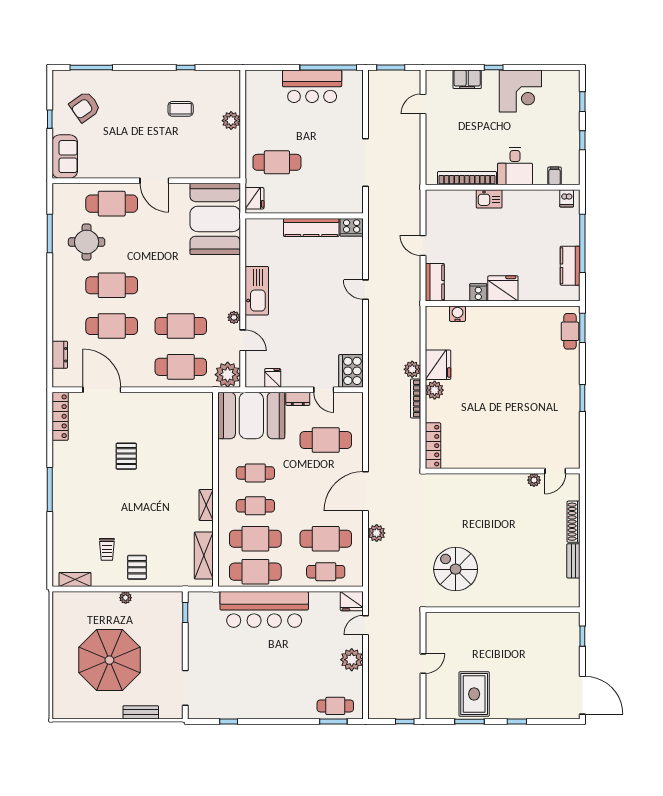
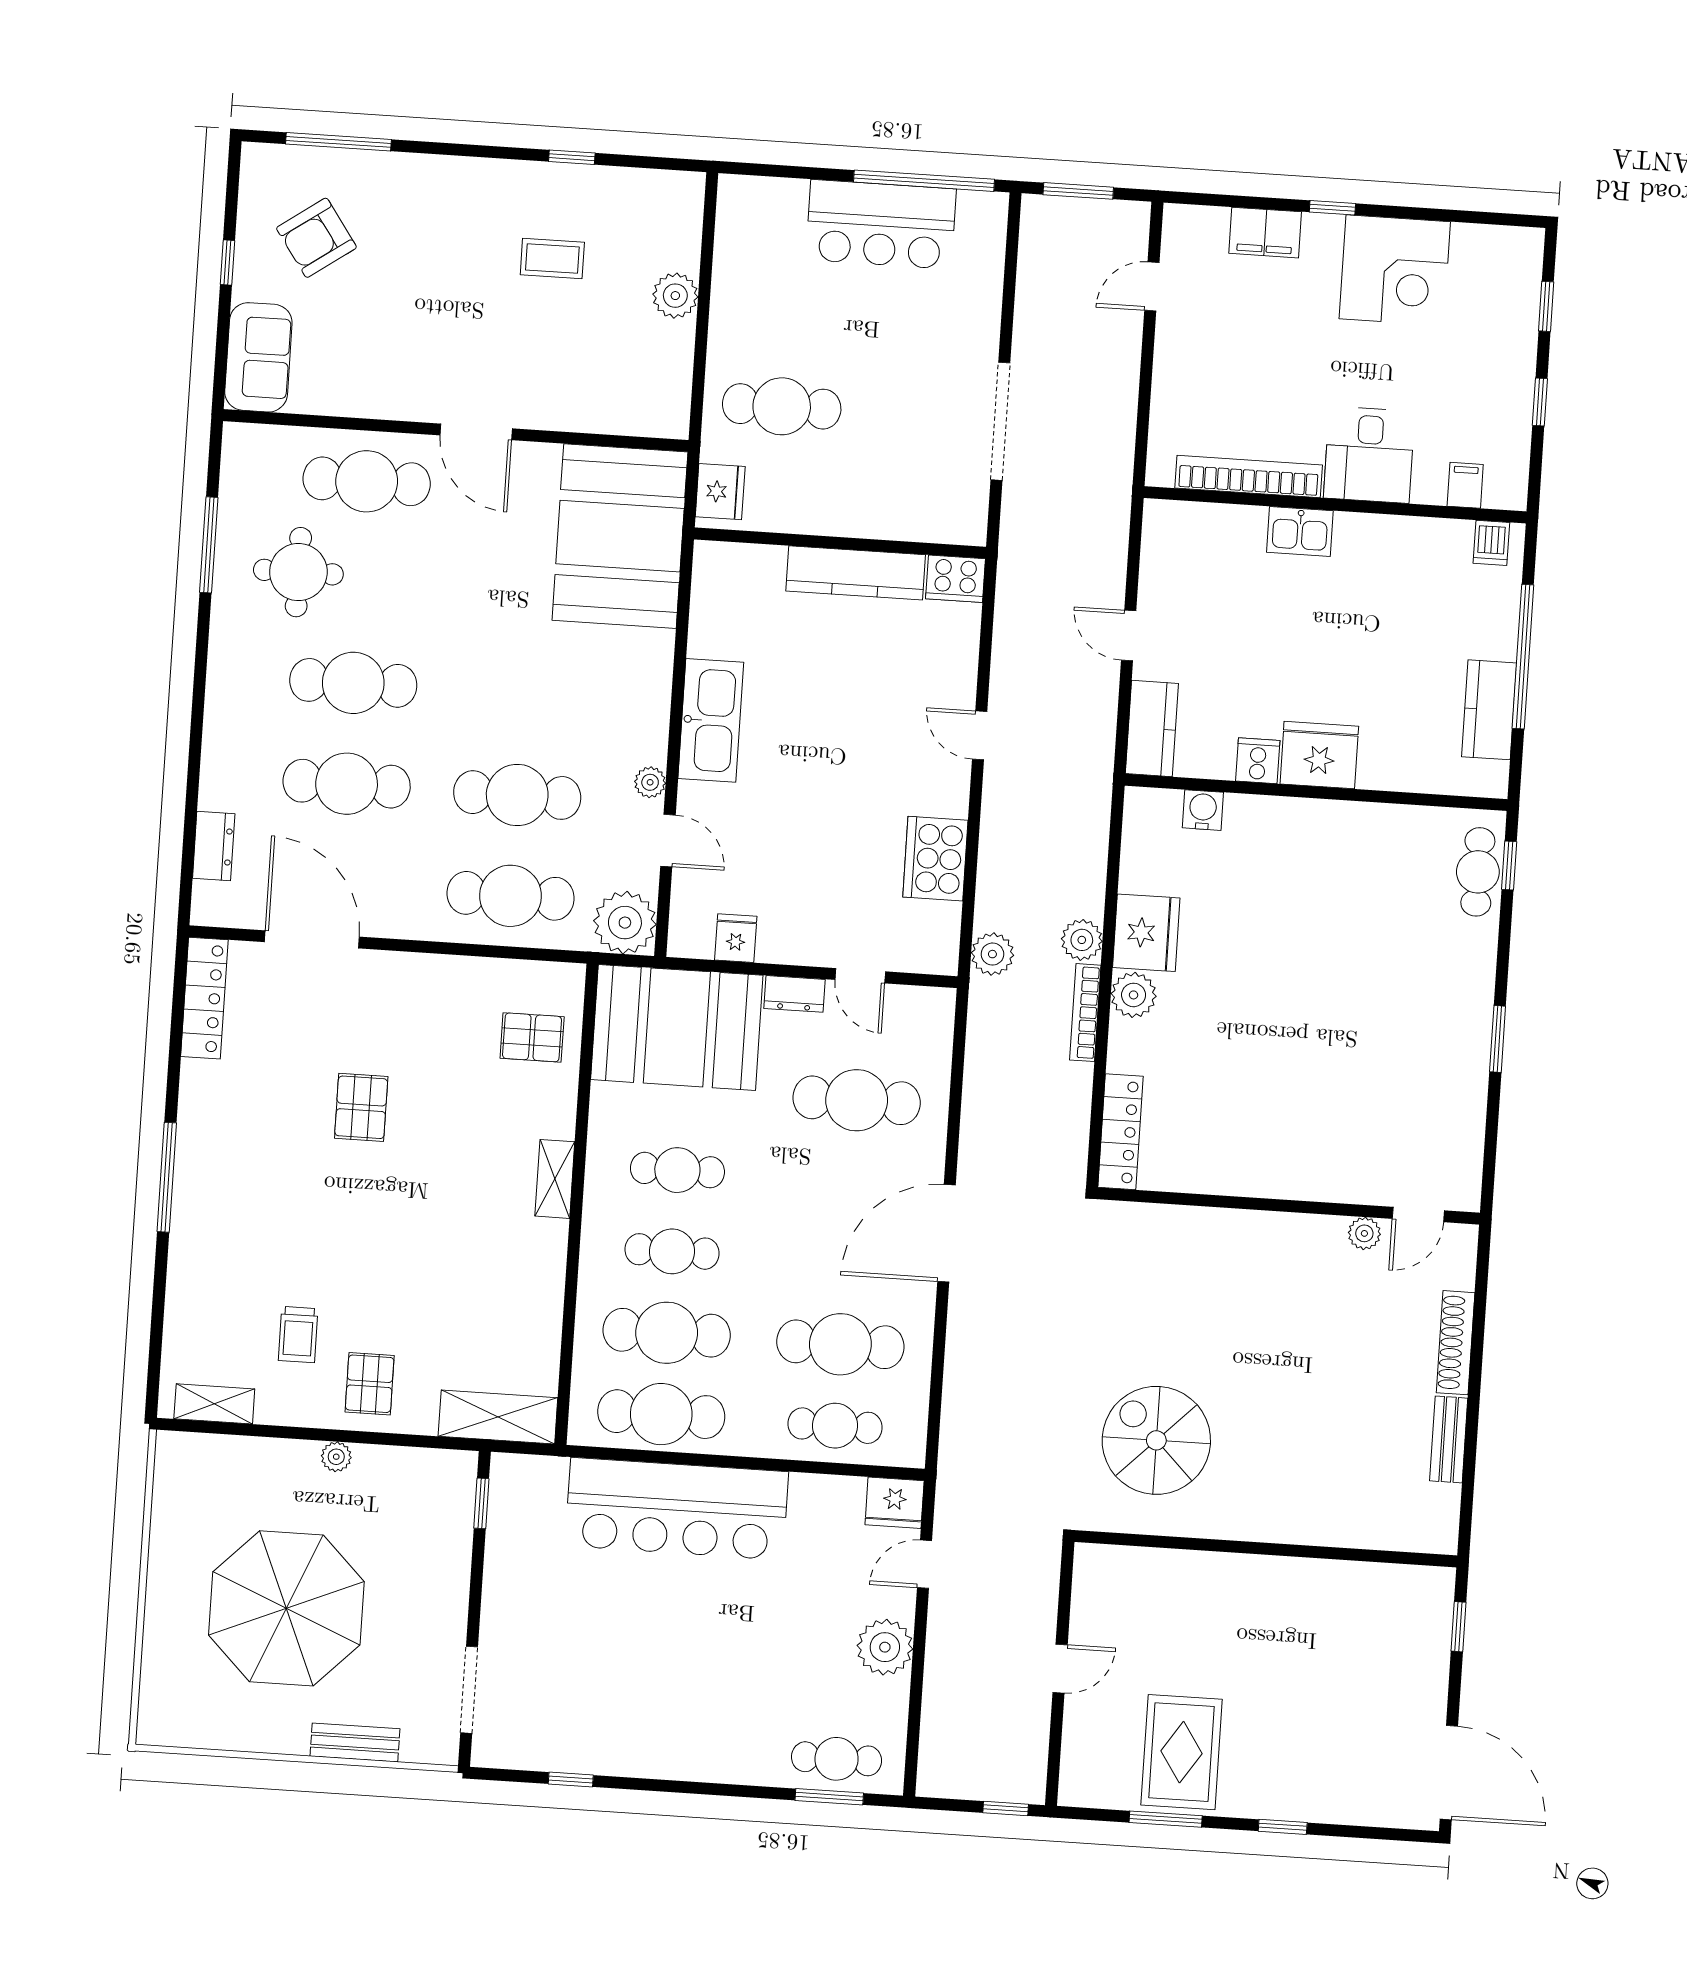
window: (582, 328) -> (1509, 865), width x0.67
cooker: (351, 371) -> (935, 859), moved
pallet: (193, 423) -> (532, 1037), added
shelving: (206, 505) -> (555, 1179), moved
plant: (377, 533) -> (992, 954), moved
shelving: (204, 556) -> (498, 1417), moved, turned 90

